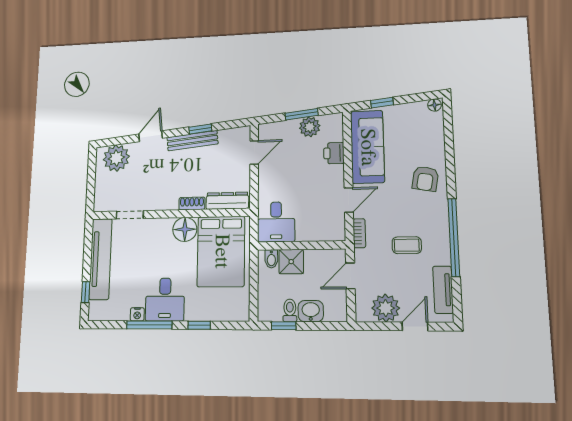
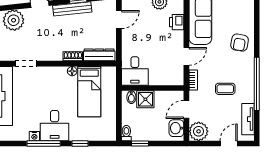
floor lamp: (185, 229) -> (72, 71), width x0.53, depth x0.53
bed: (221, 251) -> (89, 92), width x0.67
plant: (386, 308) -> (199, 131), moved
toilet: (290, 310) -> (126, 133), moved
washbasin: (311, 311) -> (176, 128), moved, turned -90

